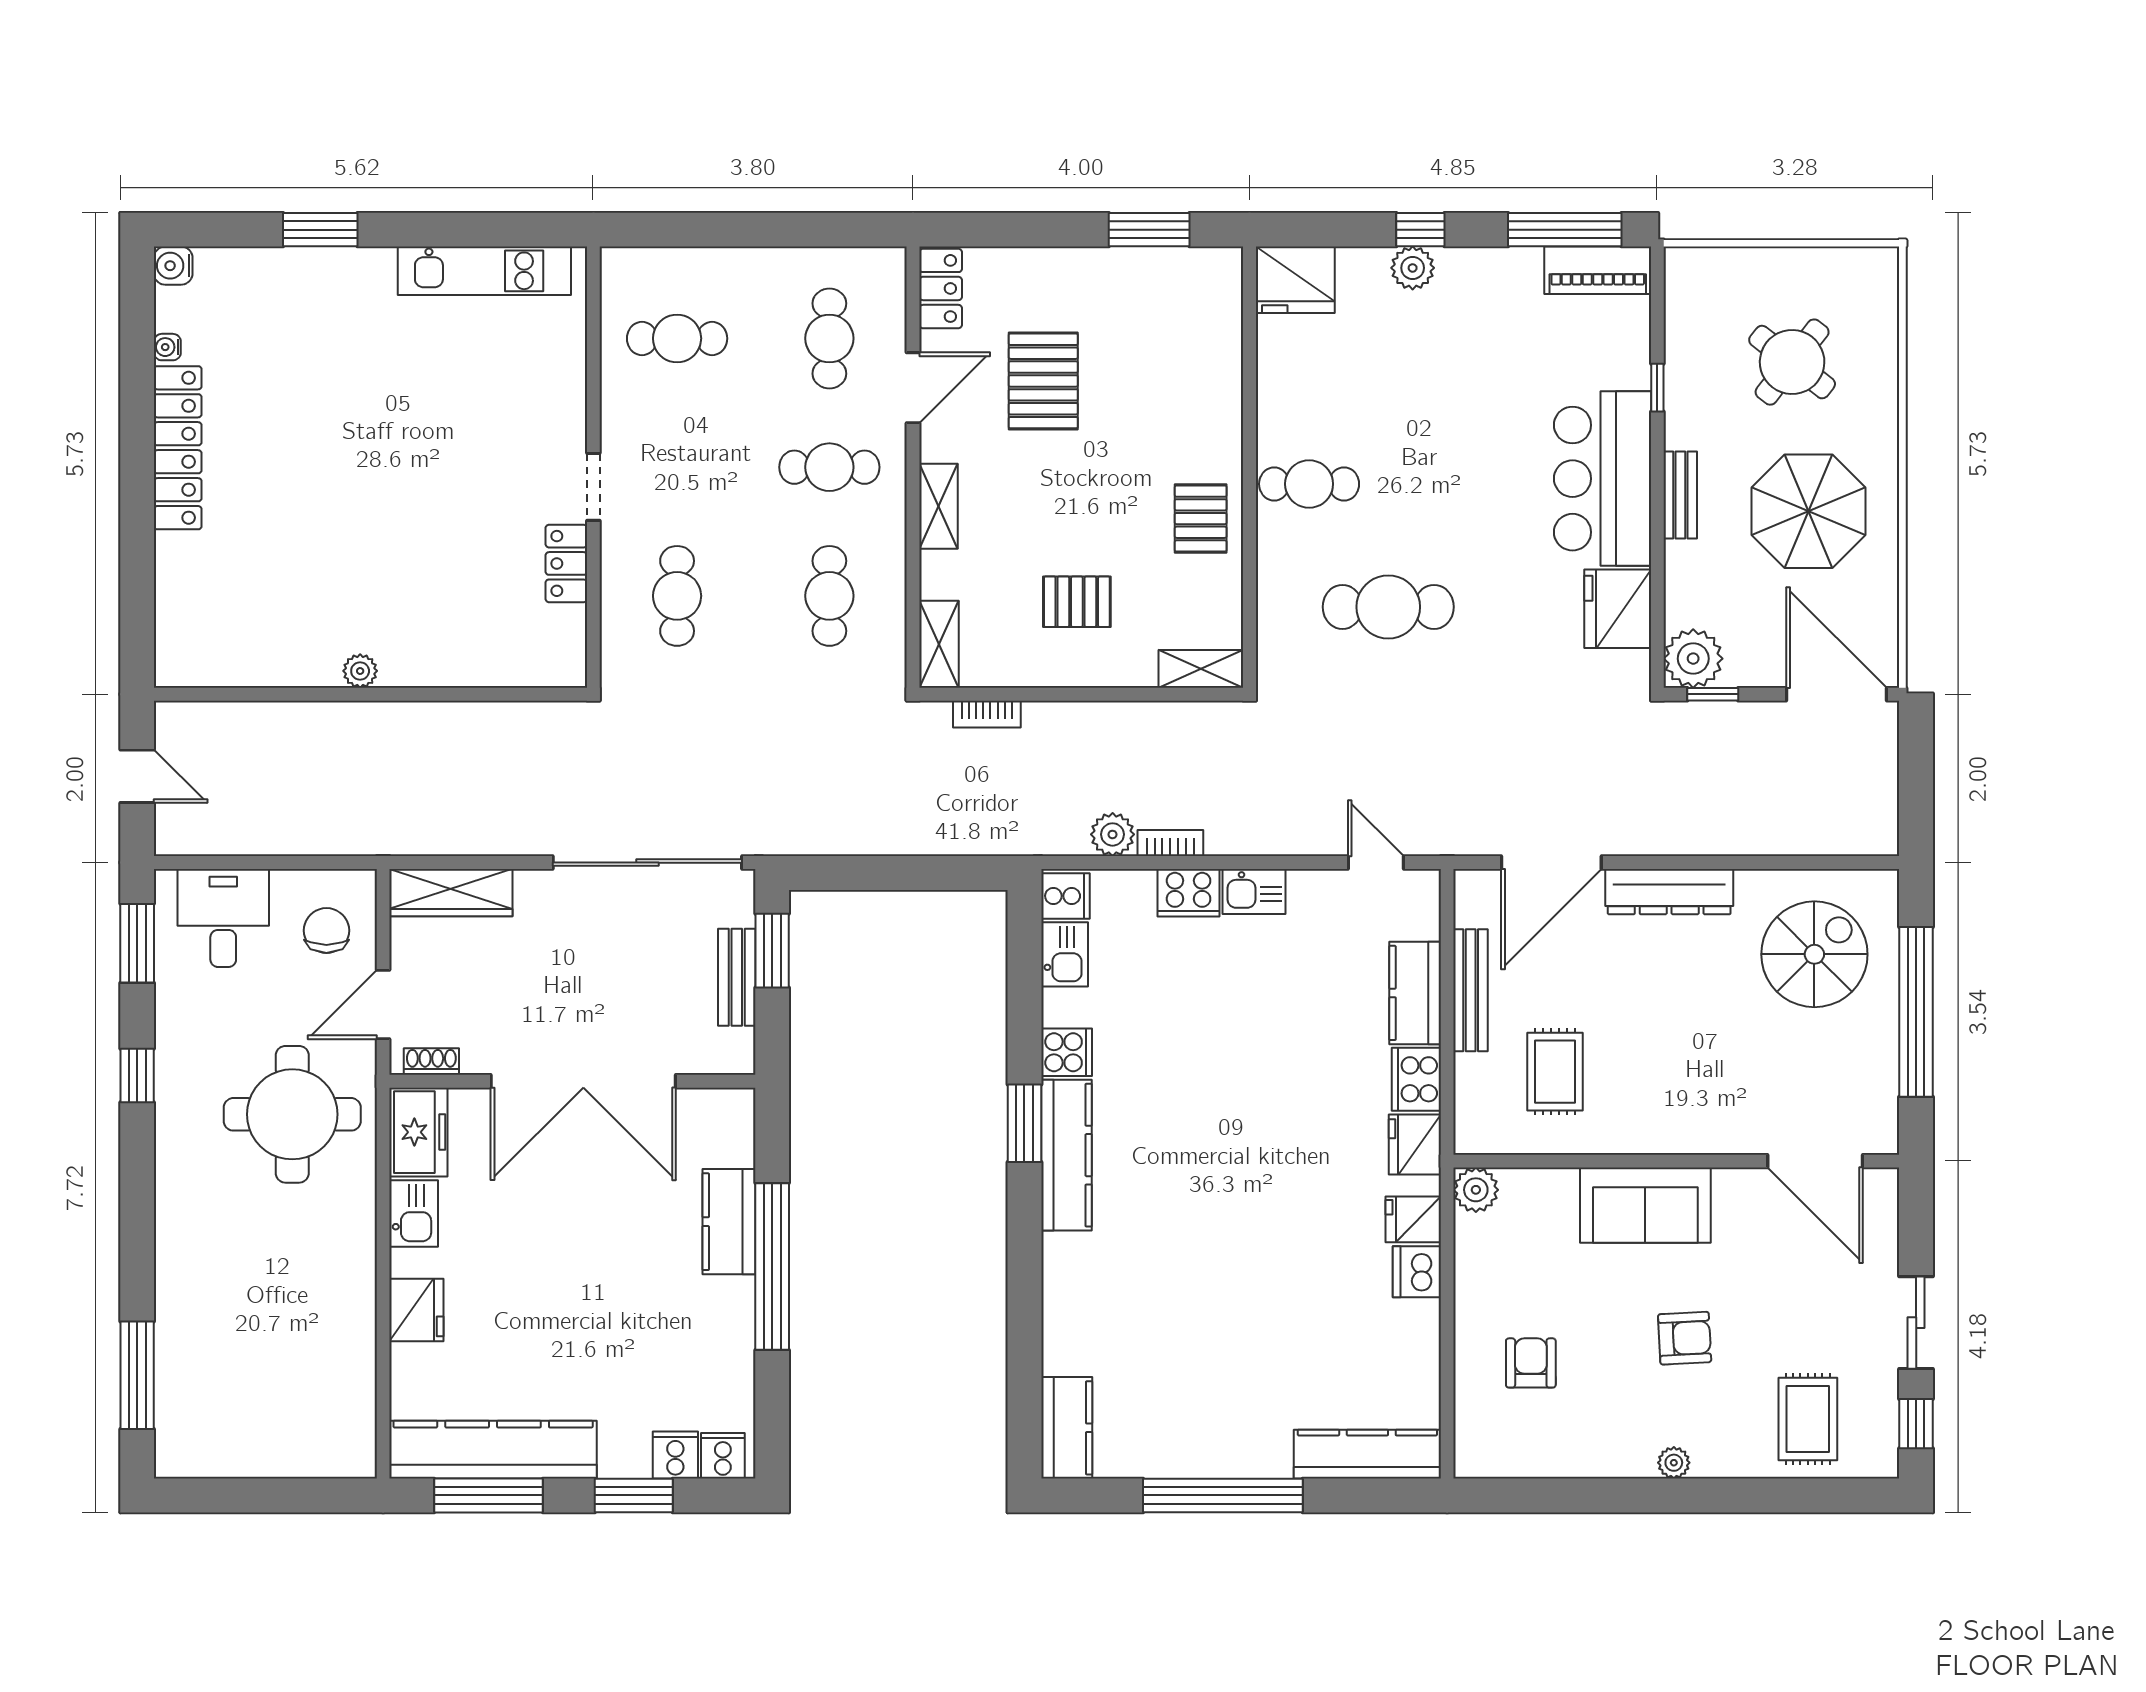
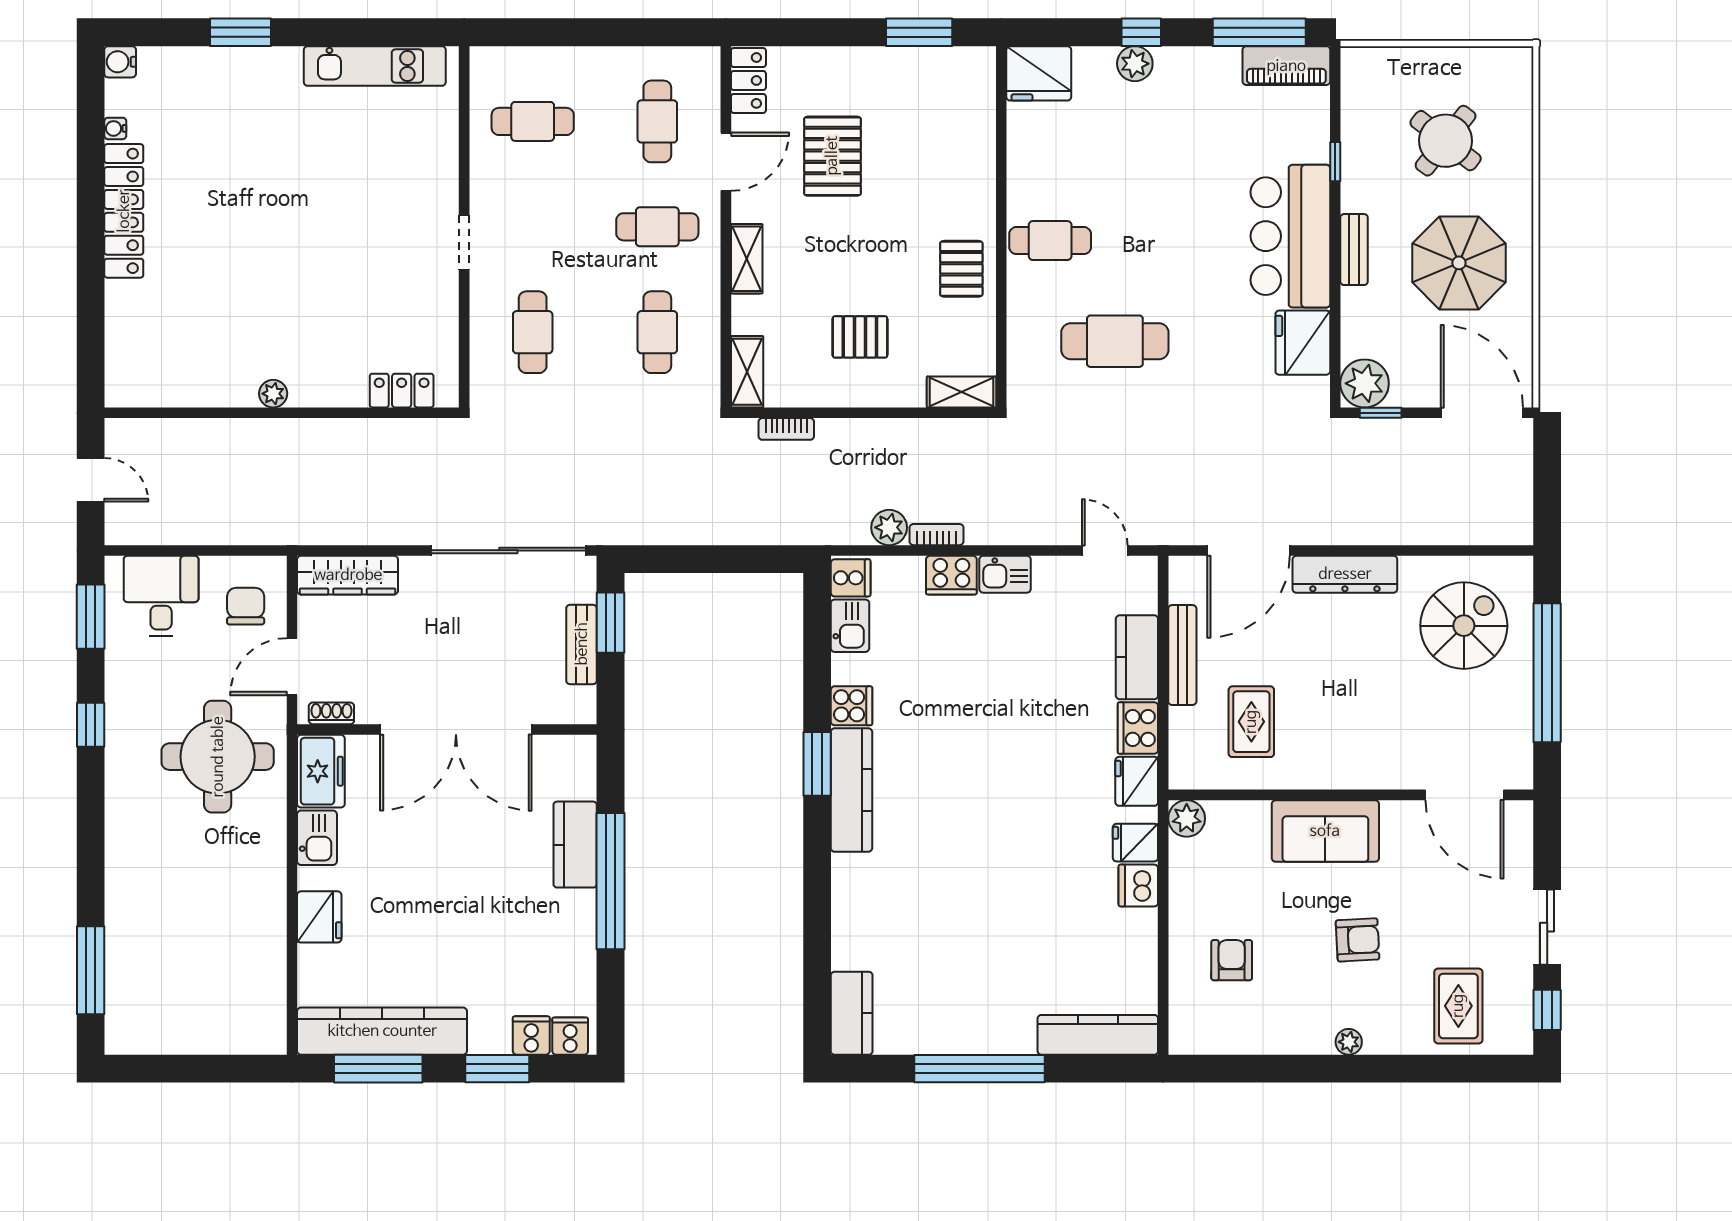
locker: (566, 563) -> (402, 391), moved, turned 90

